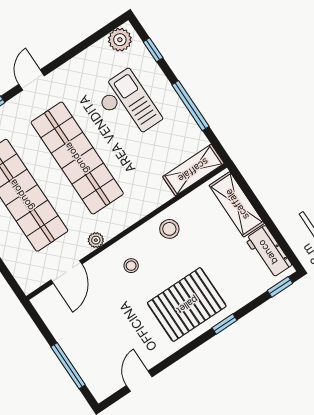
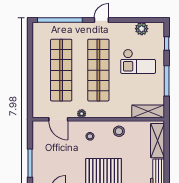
plant: (120, 40) -> (142, 29), moved
checkout: (128, 105) -> (138, 61), turned 90
door: (66, 272) -> (58, 119), hinge flipped

